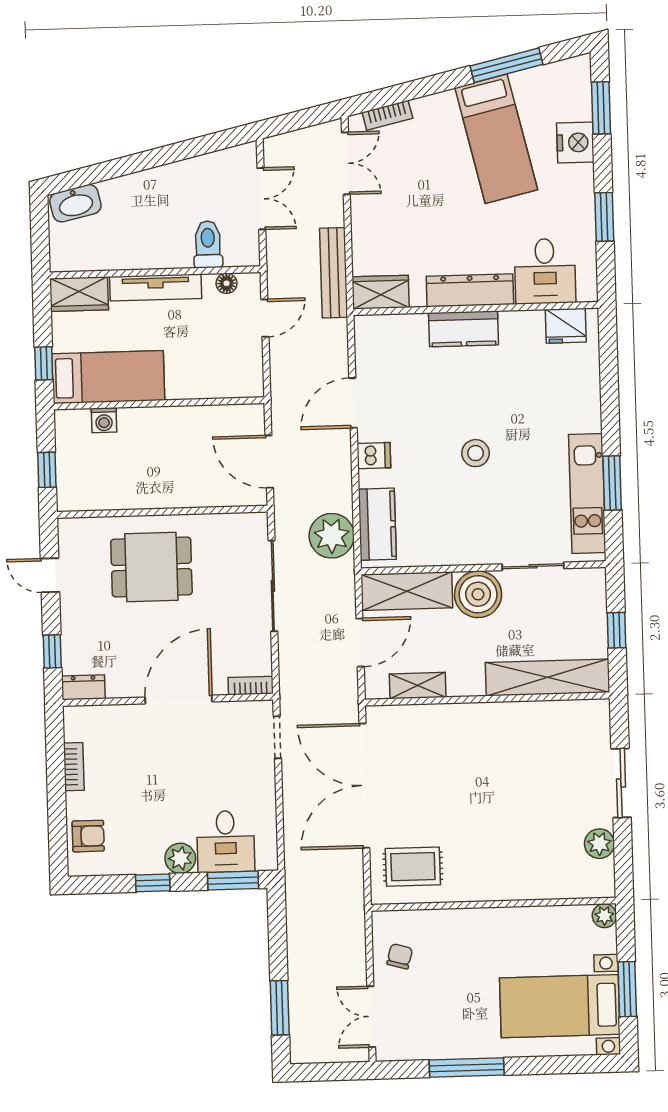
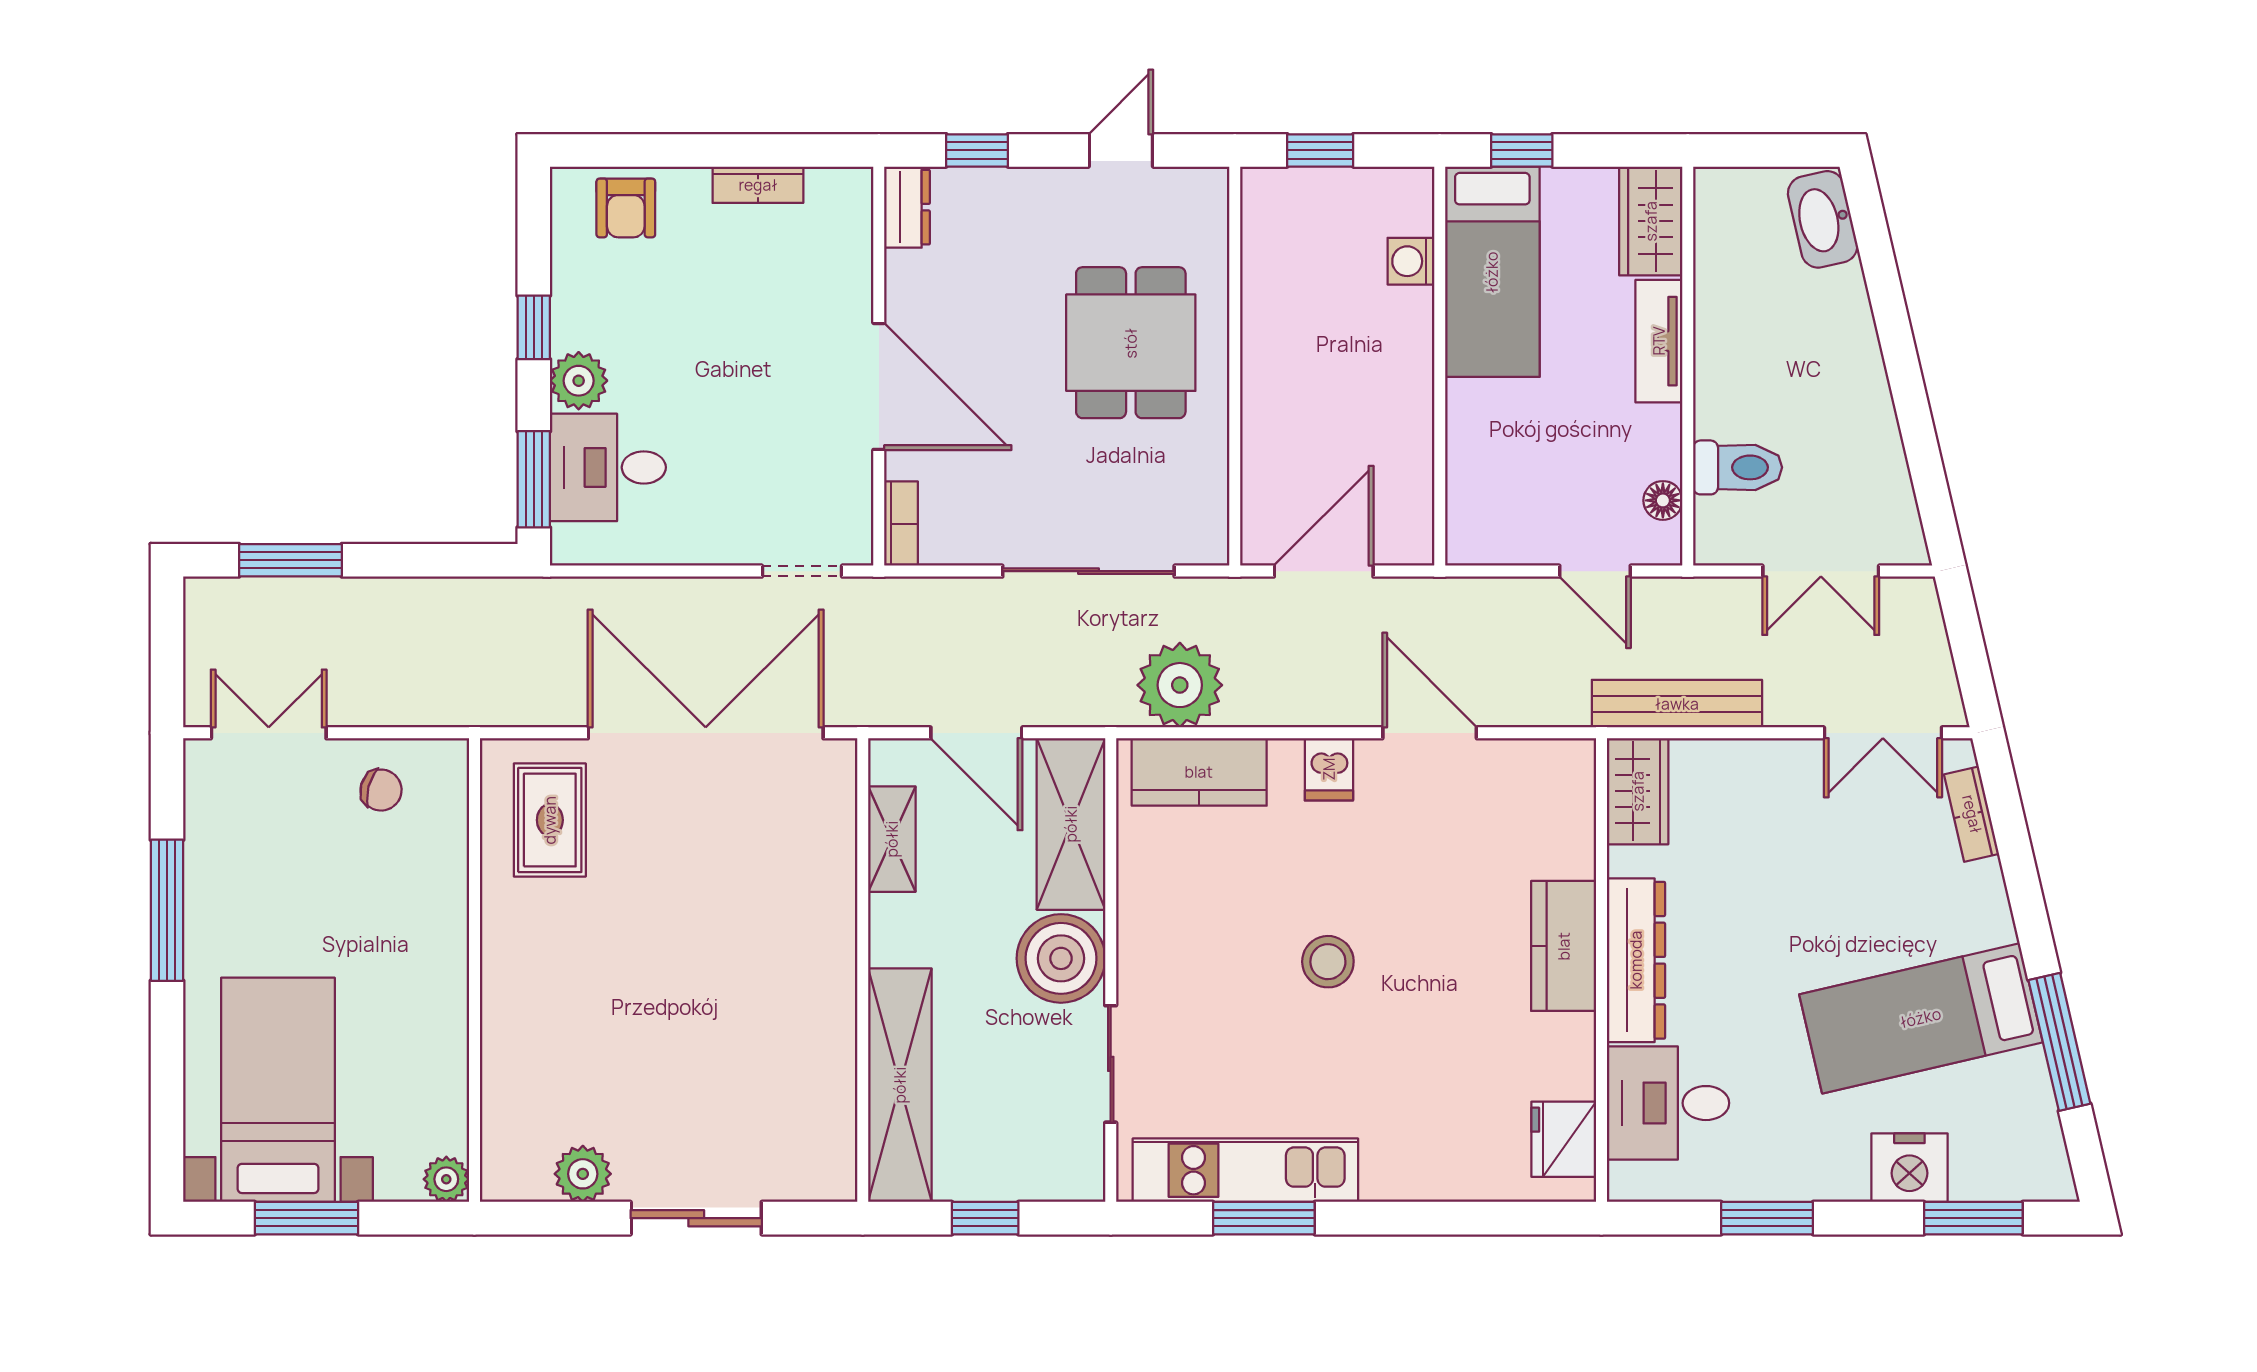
tv unit: (156, 287) -> (1659, 341), width x0.71

